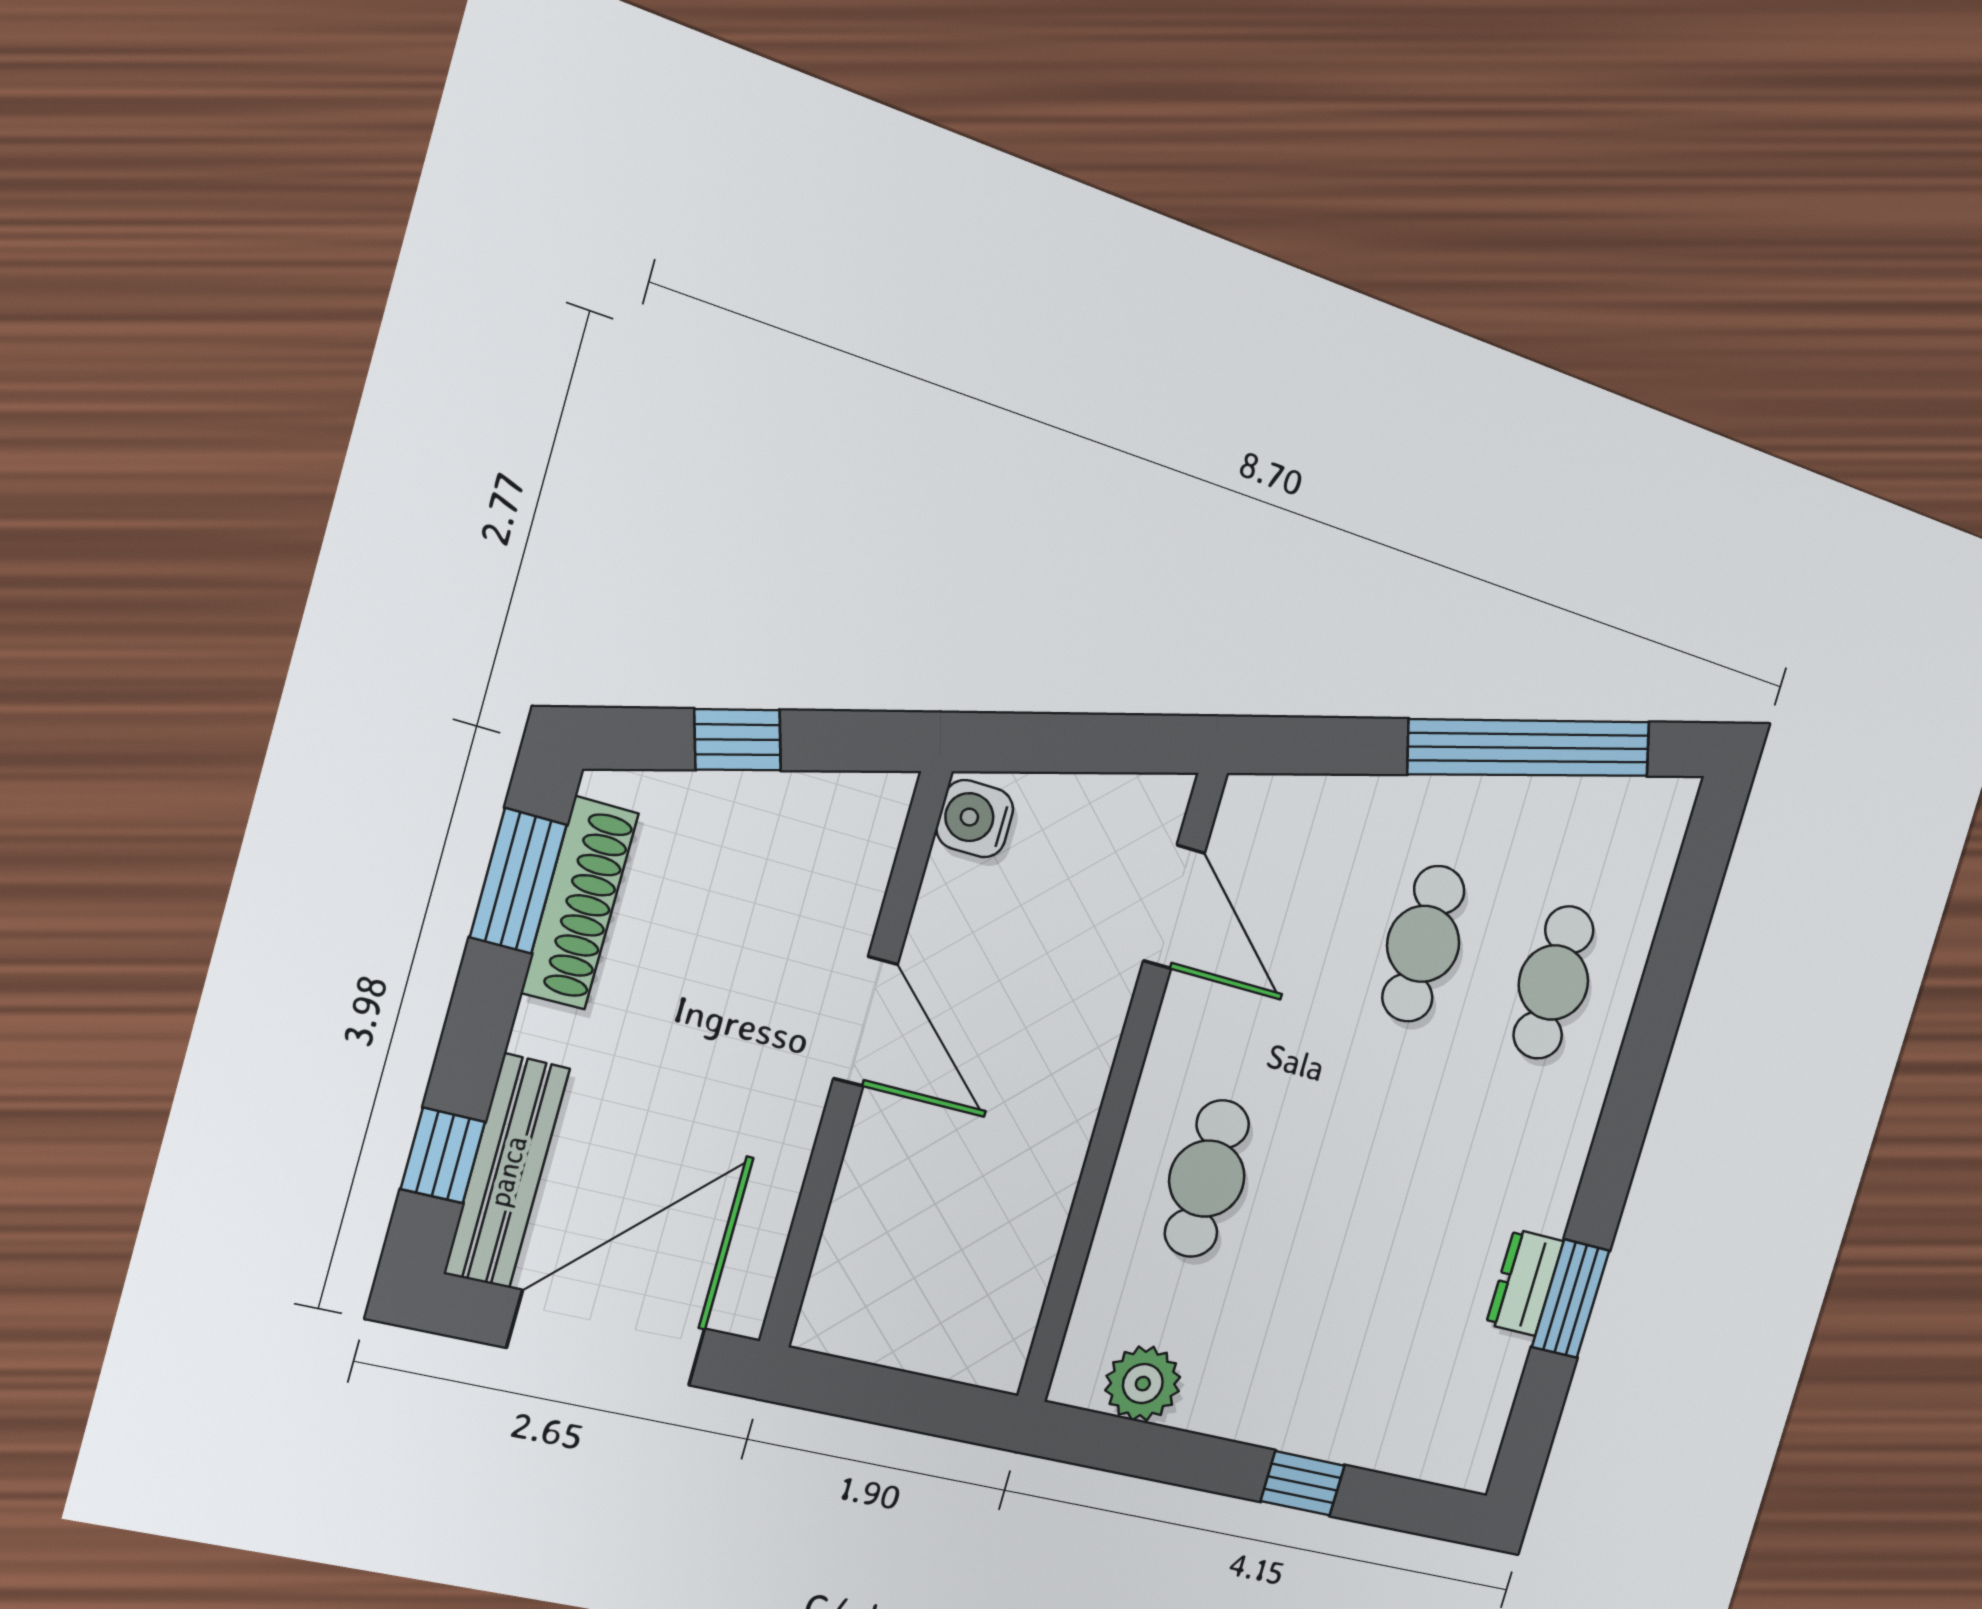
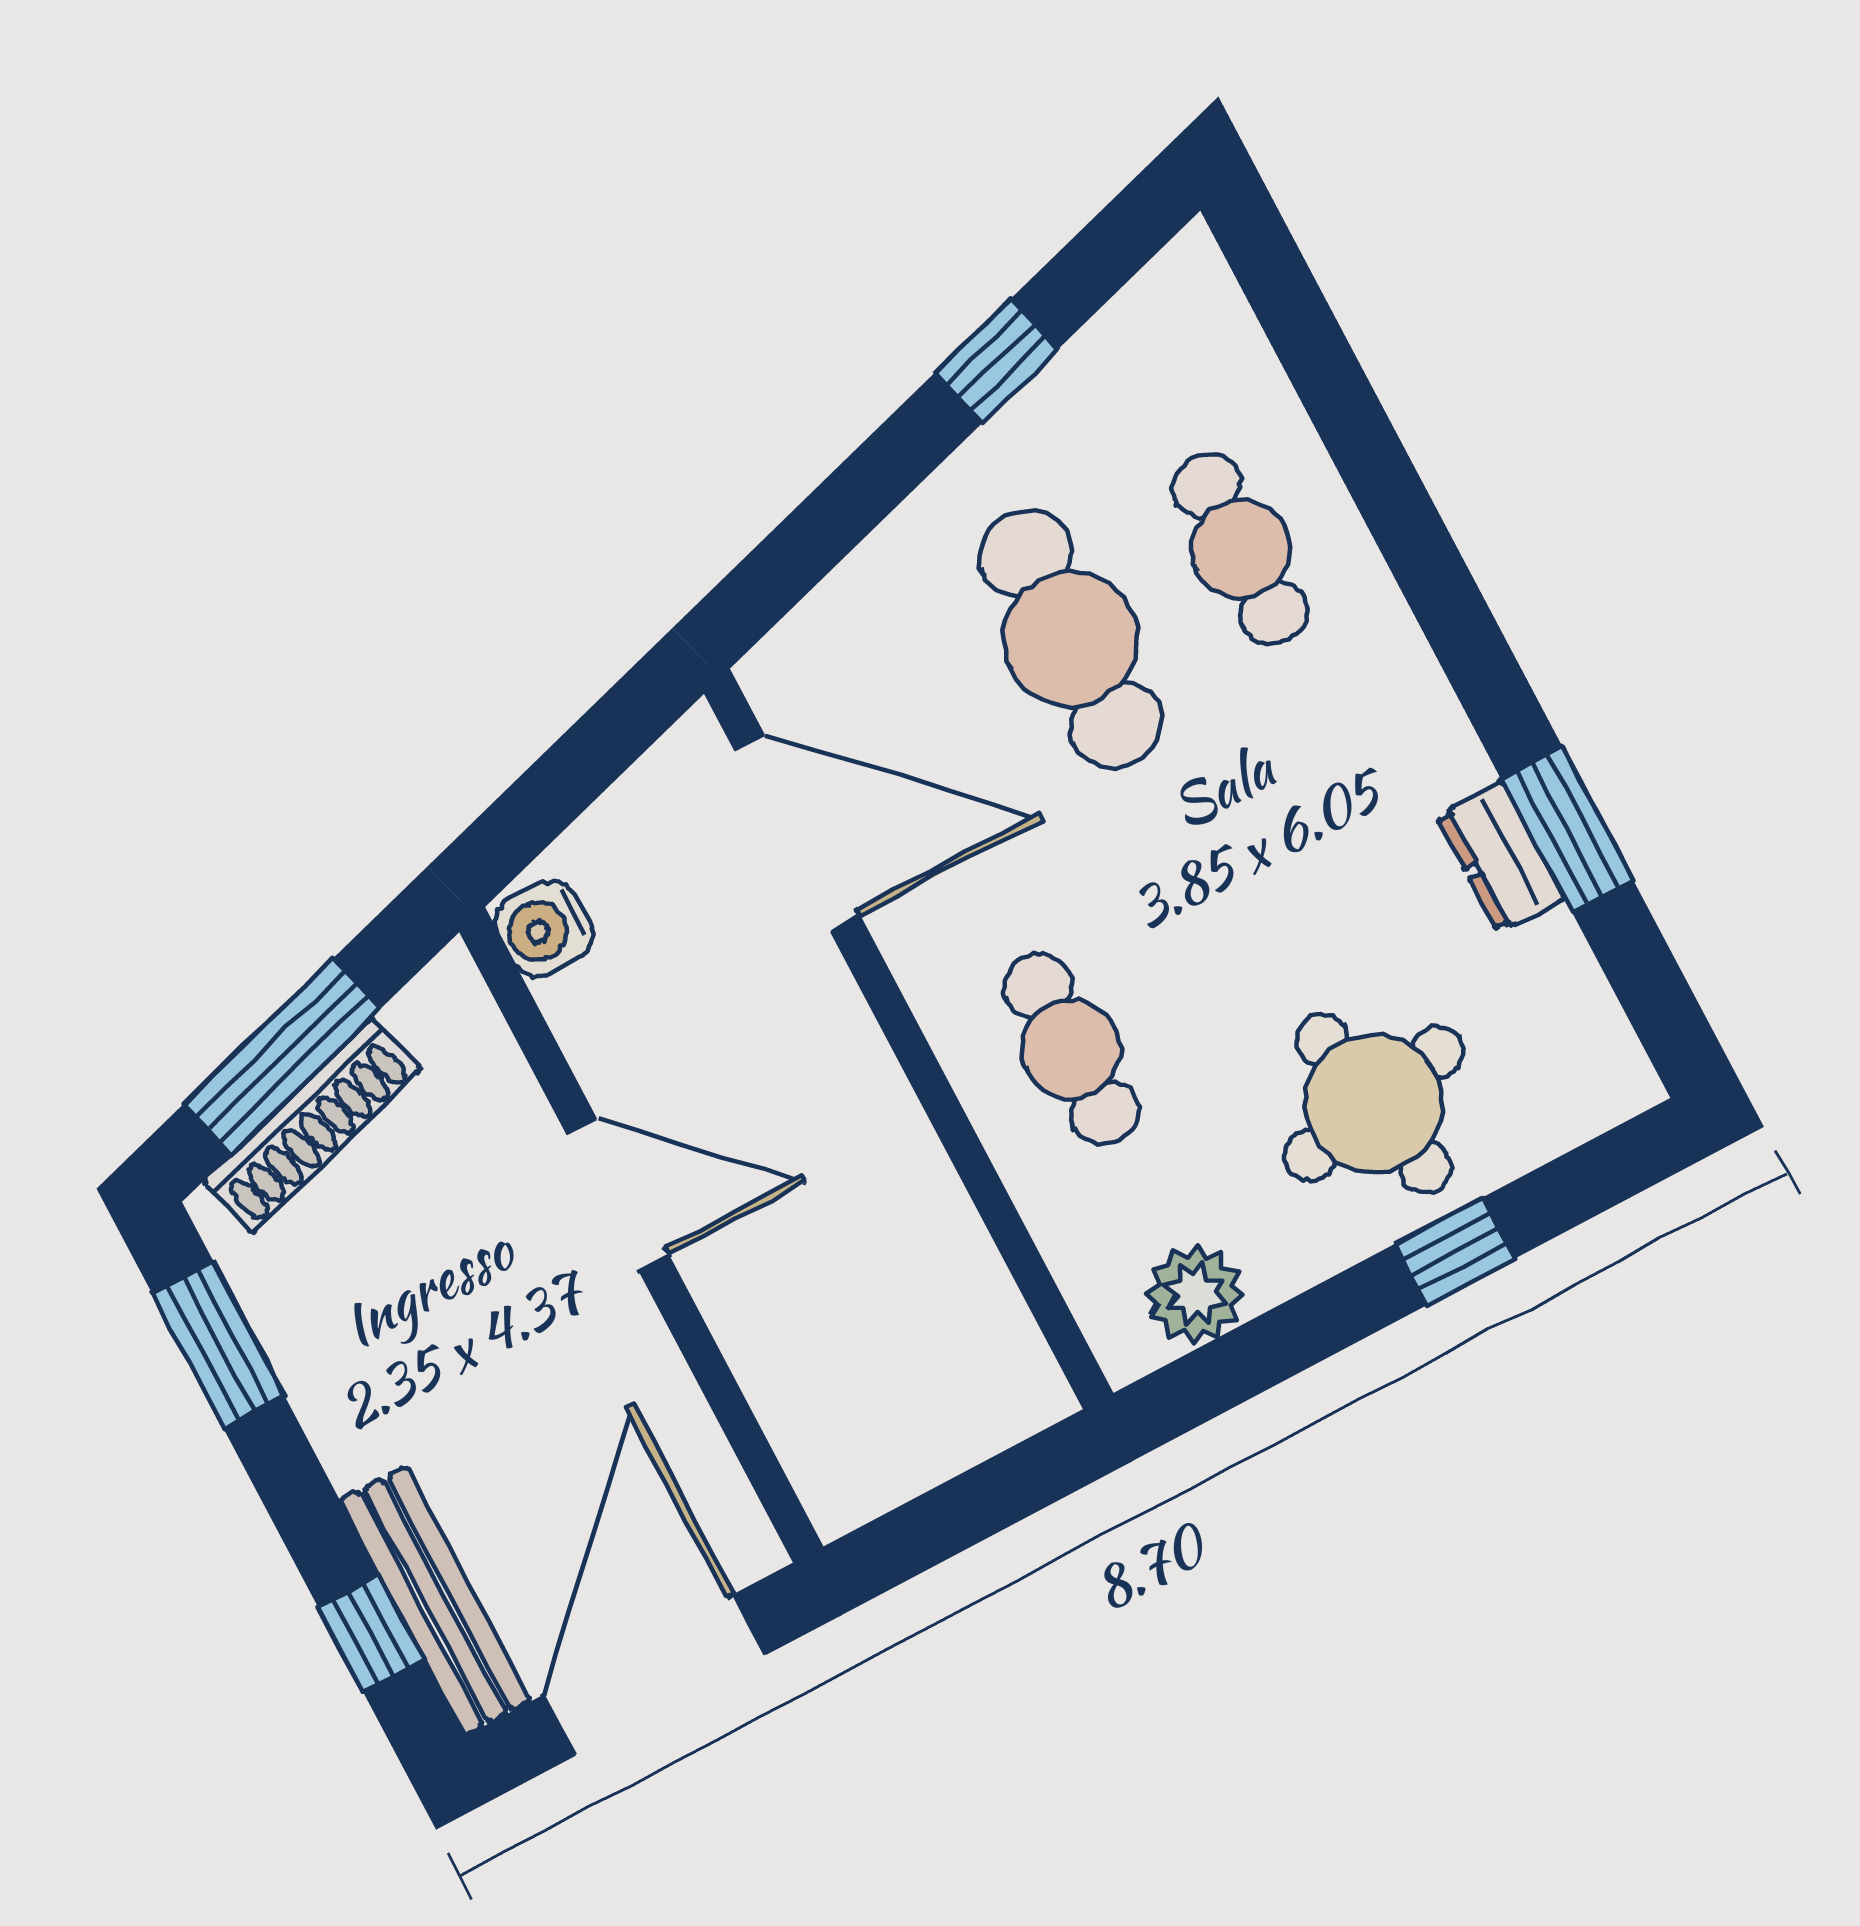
window: (738, 740) -> (282, 1056), width x2.17
window: (1530, 748) -> (996, 361), width x0.32
shoe rack: (580, 903) -> (312, 1126), moved, turned 74
door: (1174, 907) -> (798, 833), width x1.36
cafe table: (1423, 944) -> (1071, 639), width x1.37, depth x1.35
round table: (1337, 1361) -> (1374, 1104), added

